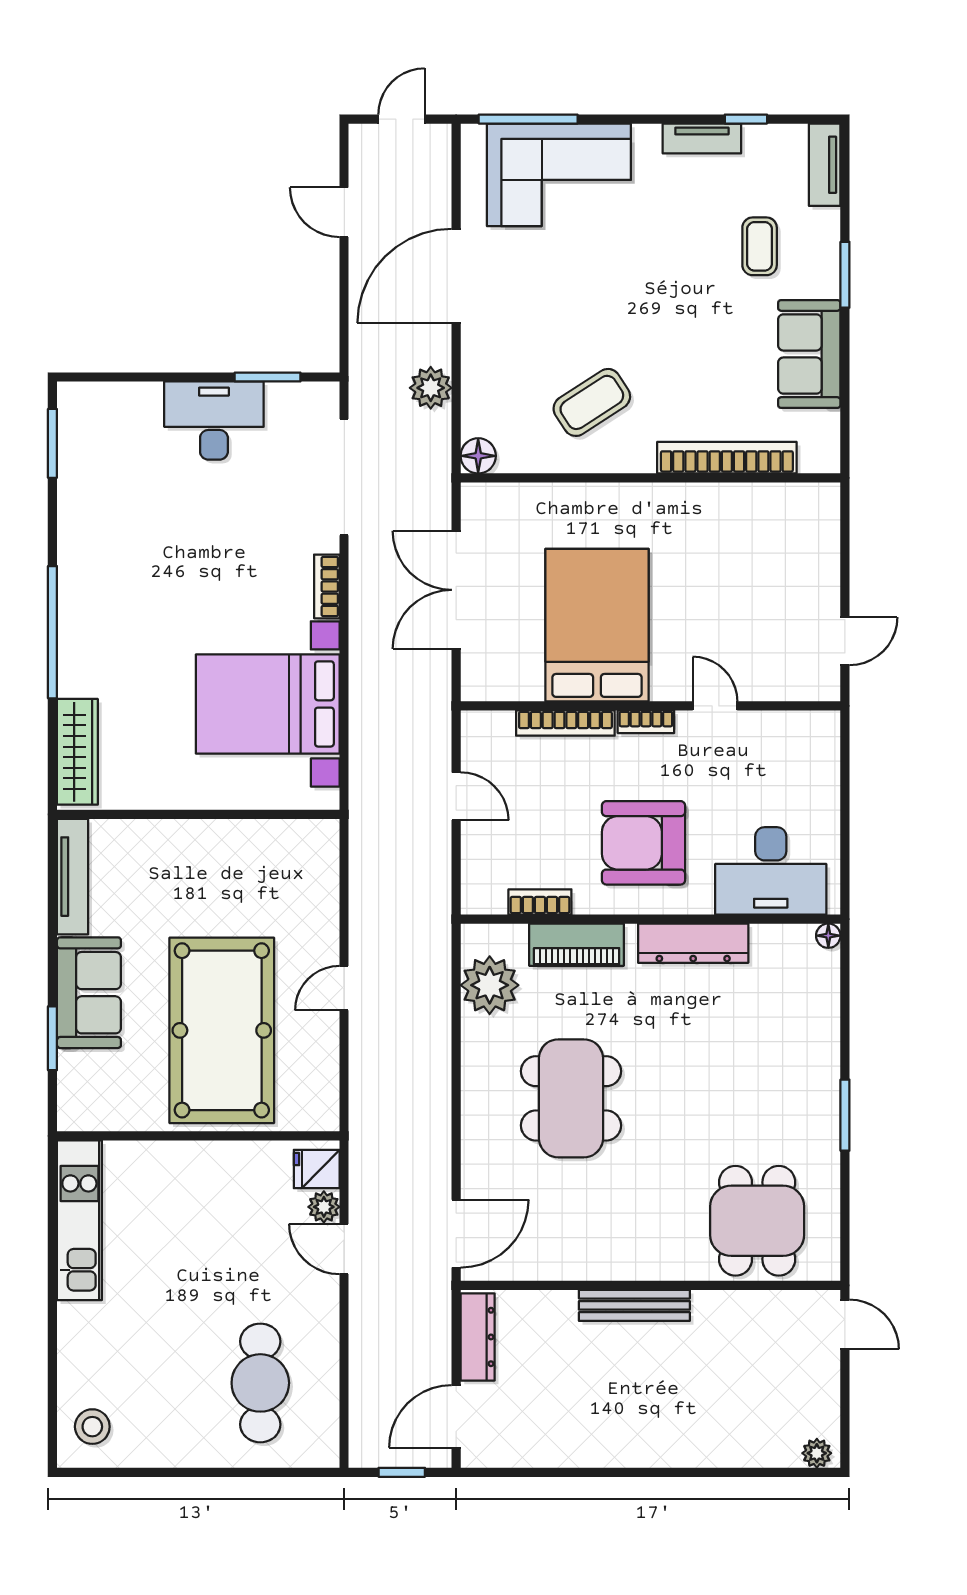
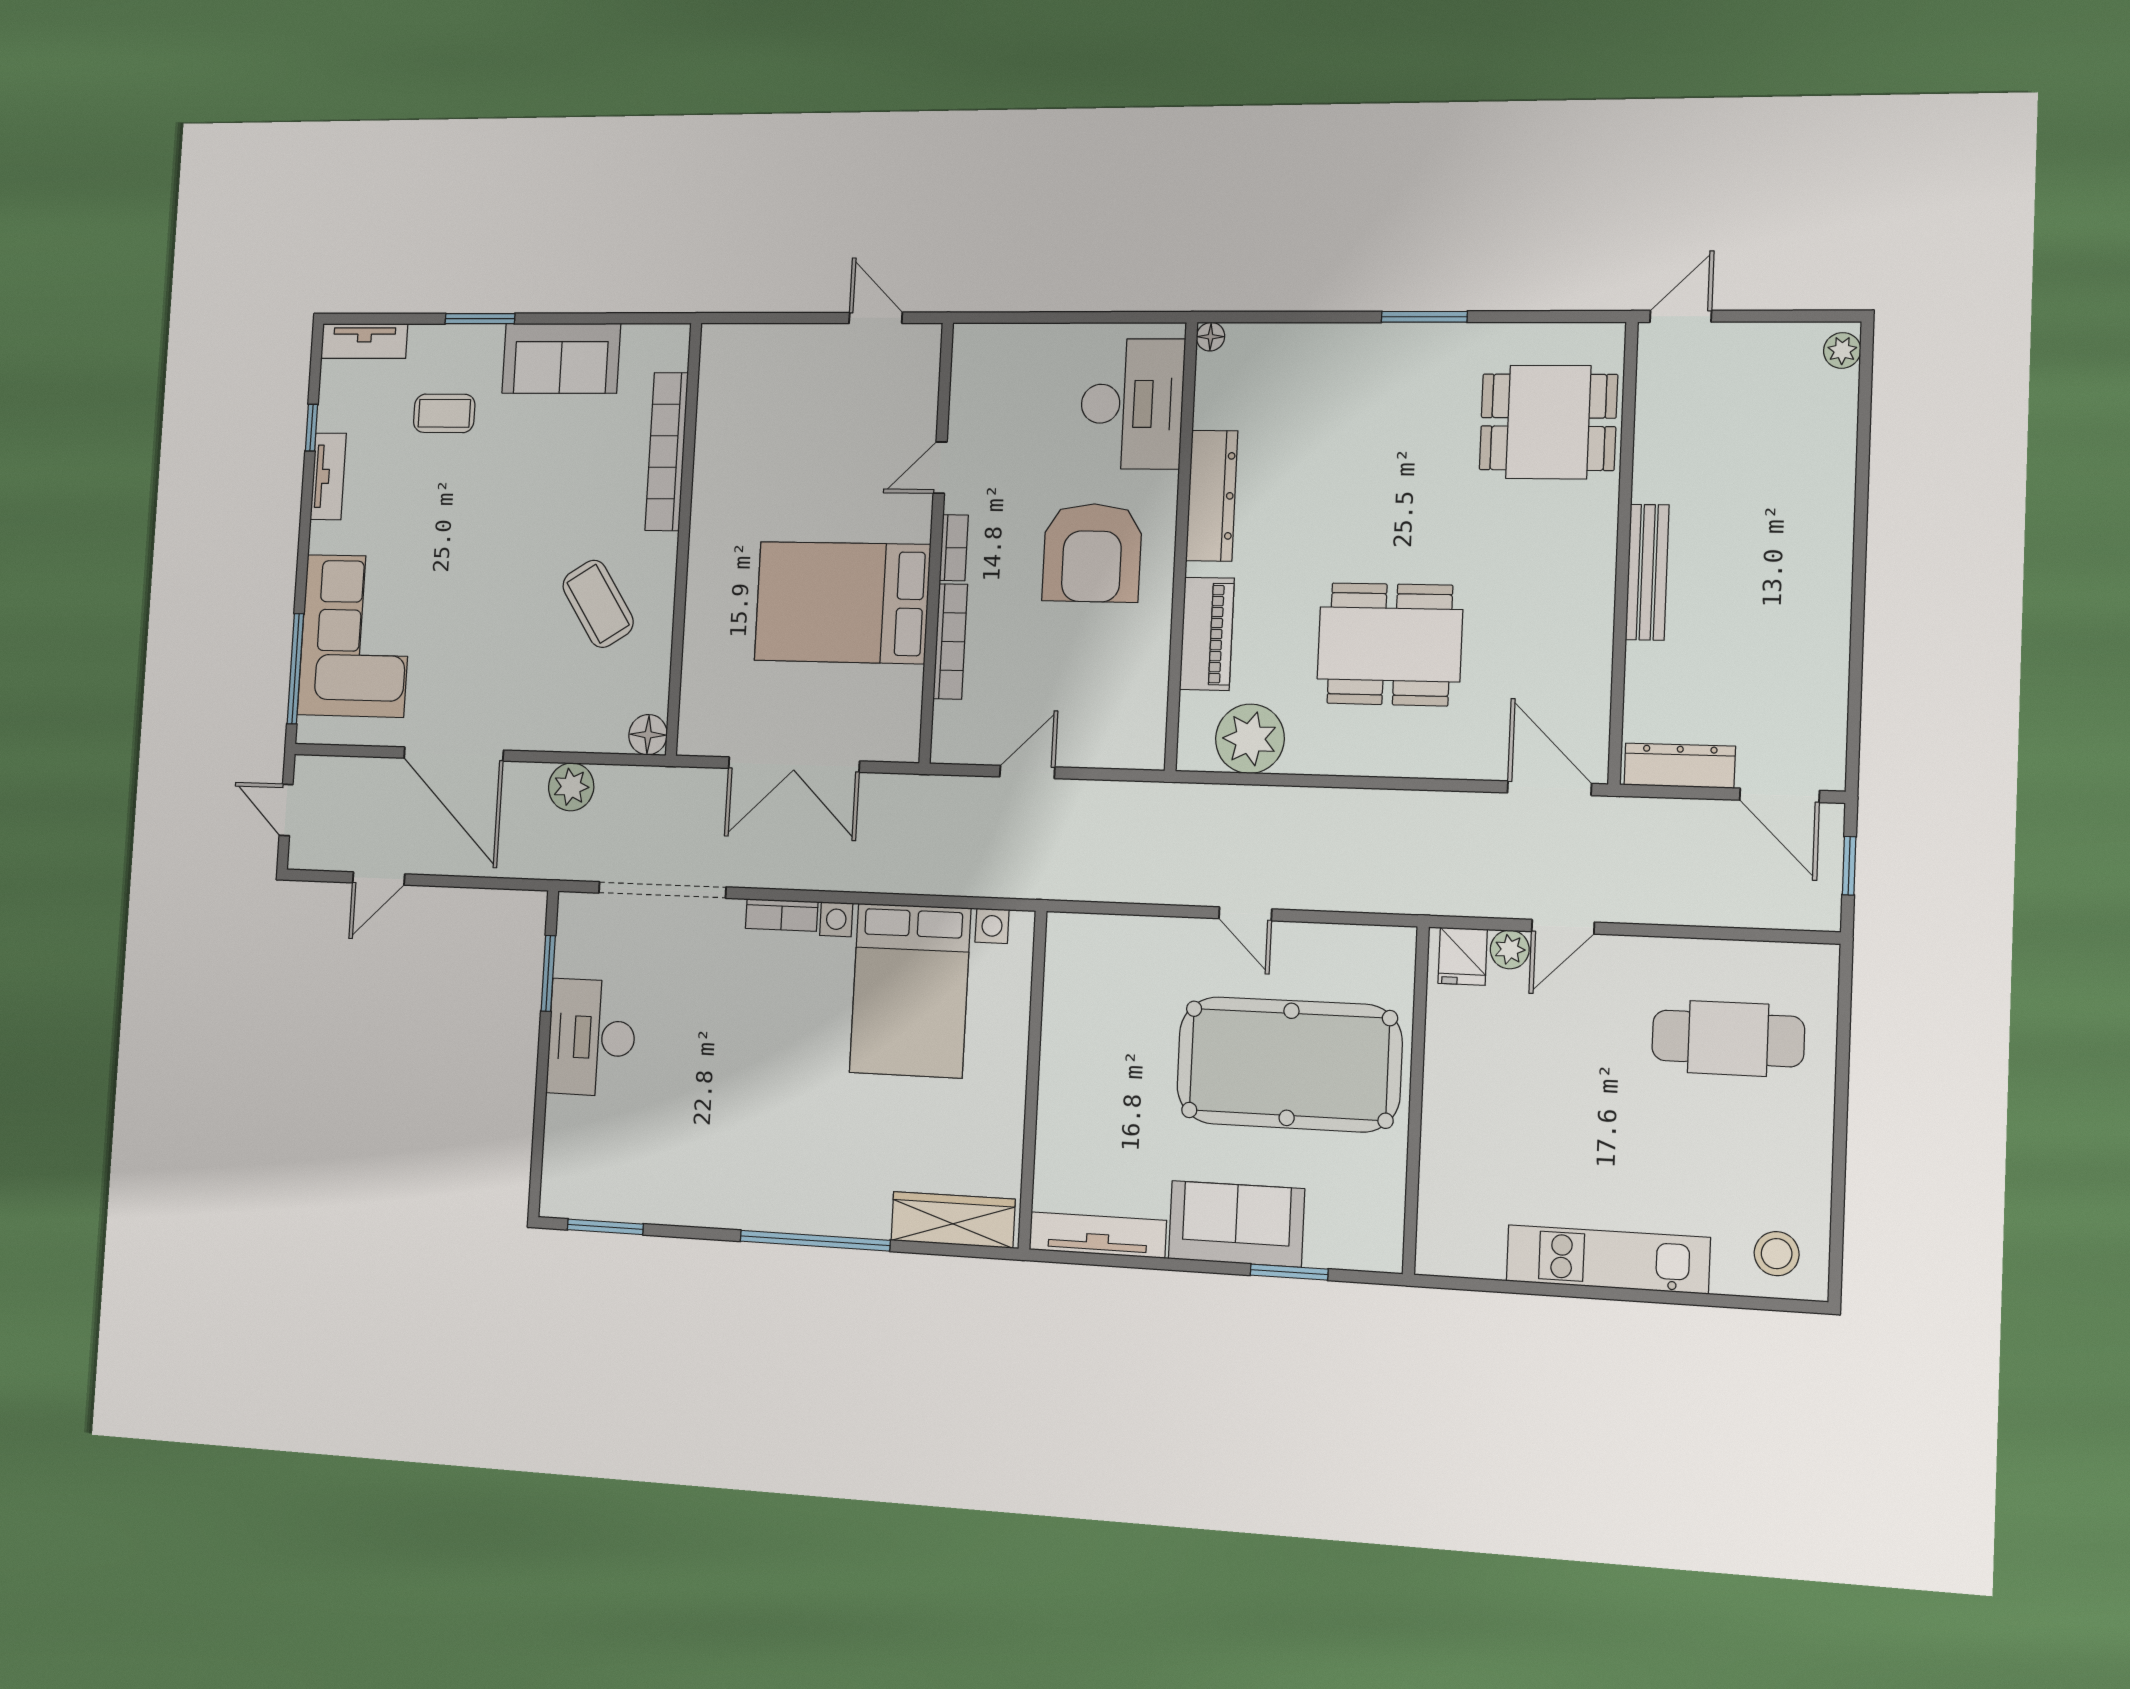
bookcase: (540, 902) -> (1155, 676), removed
kitchen unit: (79, 1220) -> (1608, 1259), moved

